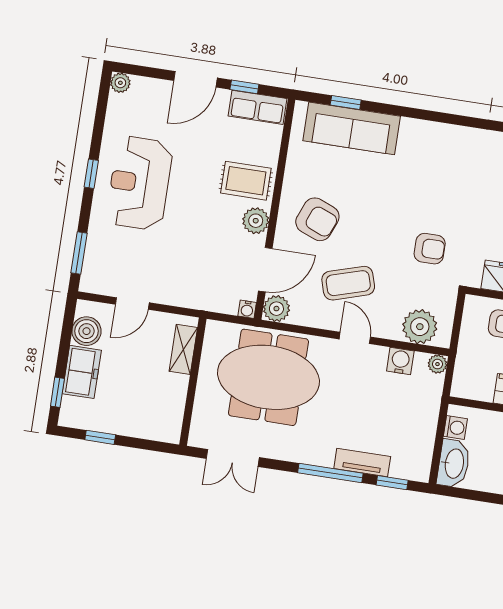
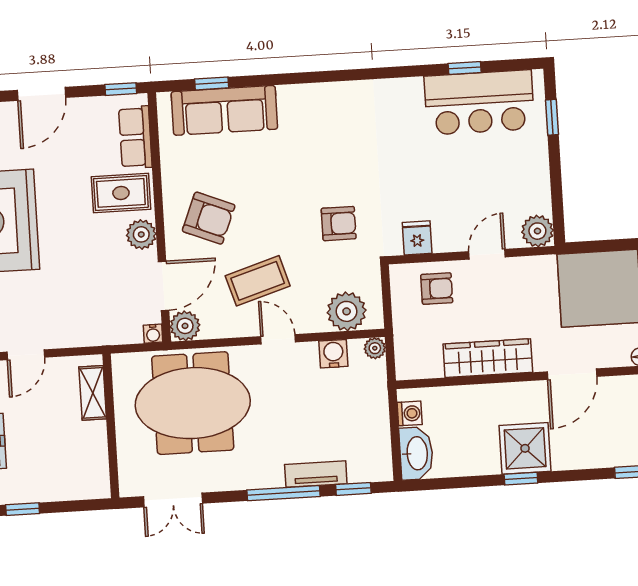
window: (244, 87) -> (121, 89), moved
row of seats: (258, 107) -> (135, 137), moved, turned 90

